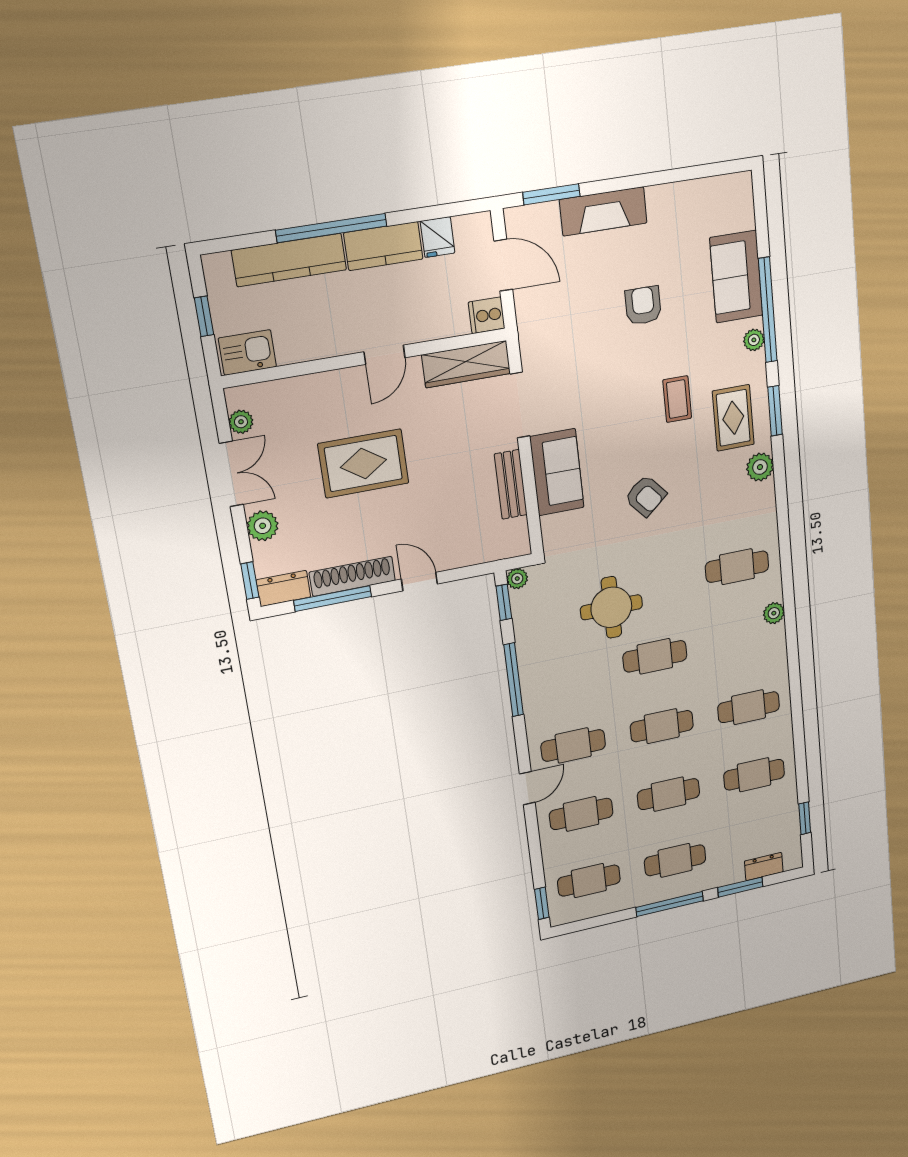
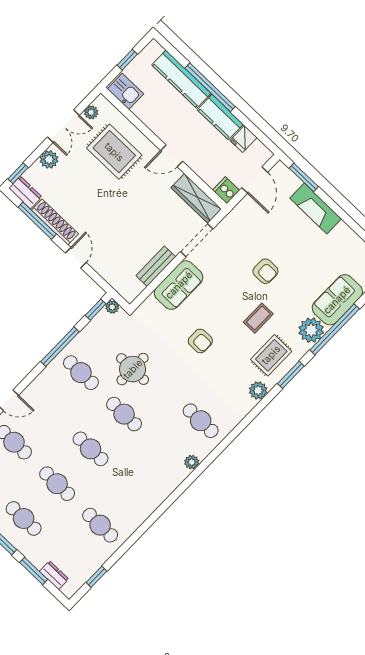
armchair: (643, 306) -> (265, 271), moved, turned 90
plant: (754, 340) -> (311, 330), width x1.87, depth x1.87
rug: (363, 463) -> (114, 152), moved
armchair: (646, 496) -> (200, 341), turned -49
cafe table: (749, 707) -> (134, 490), removed
cafe table: (573, 745) -> (81, 373), moved

